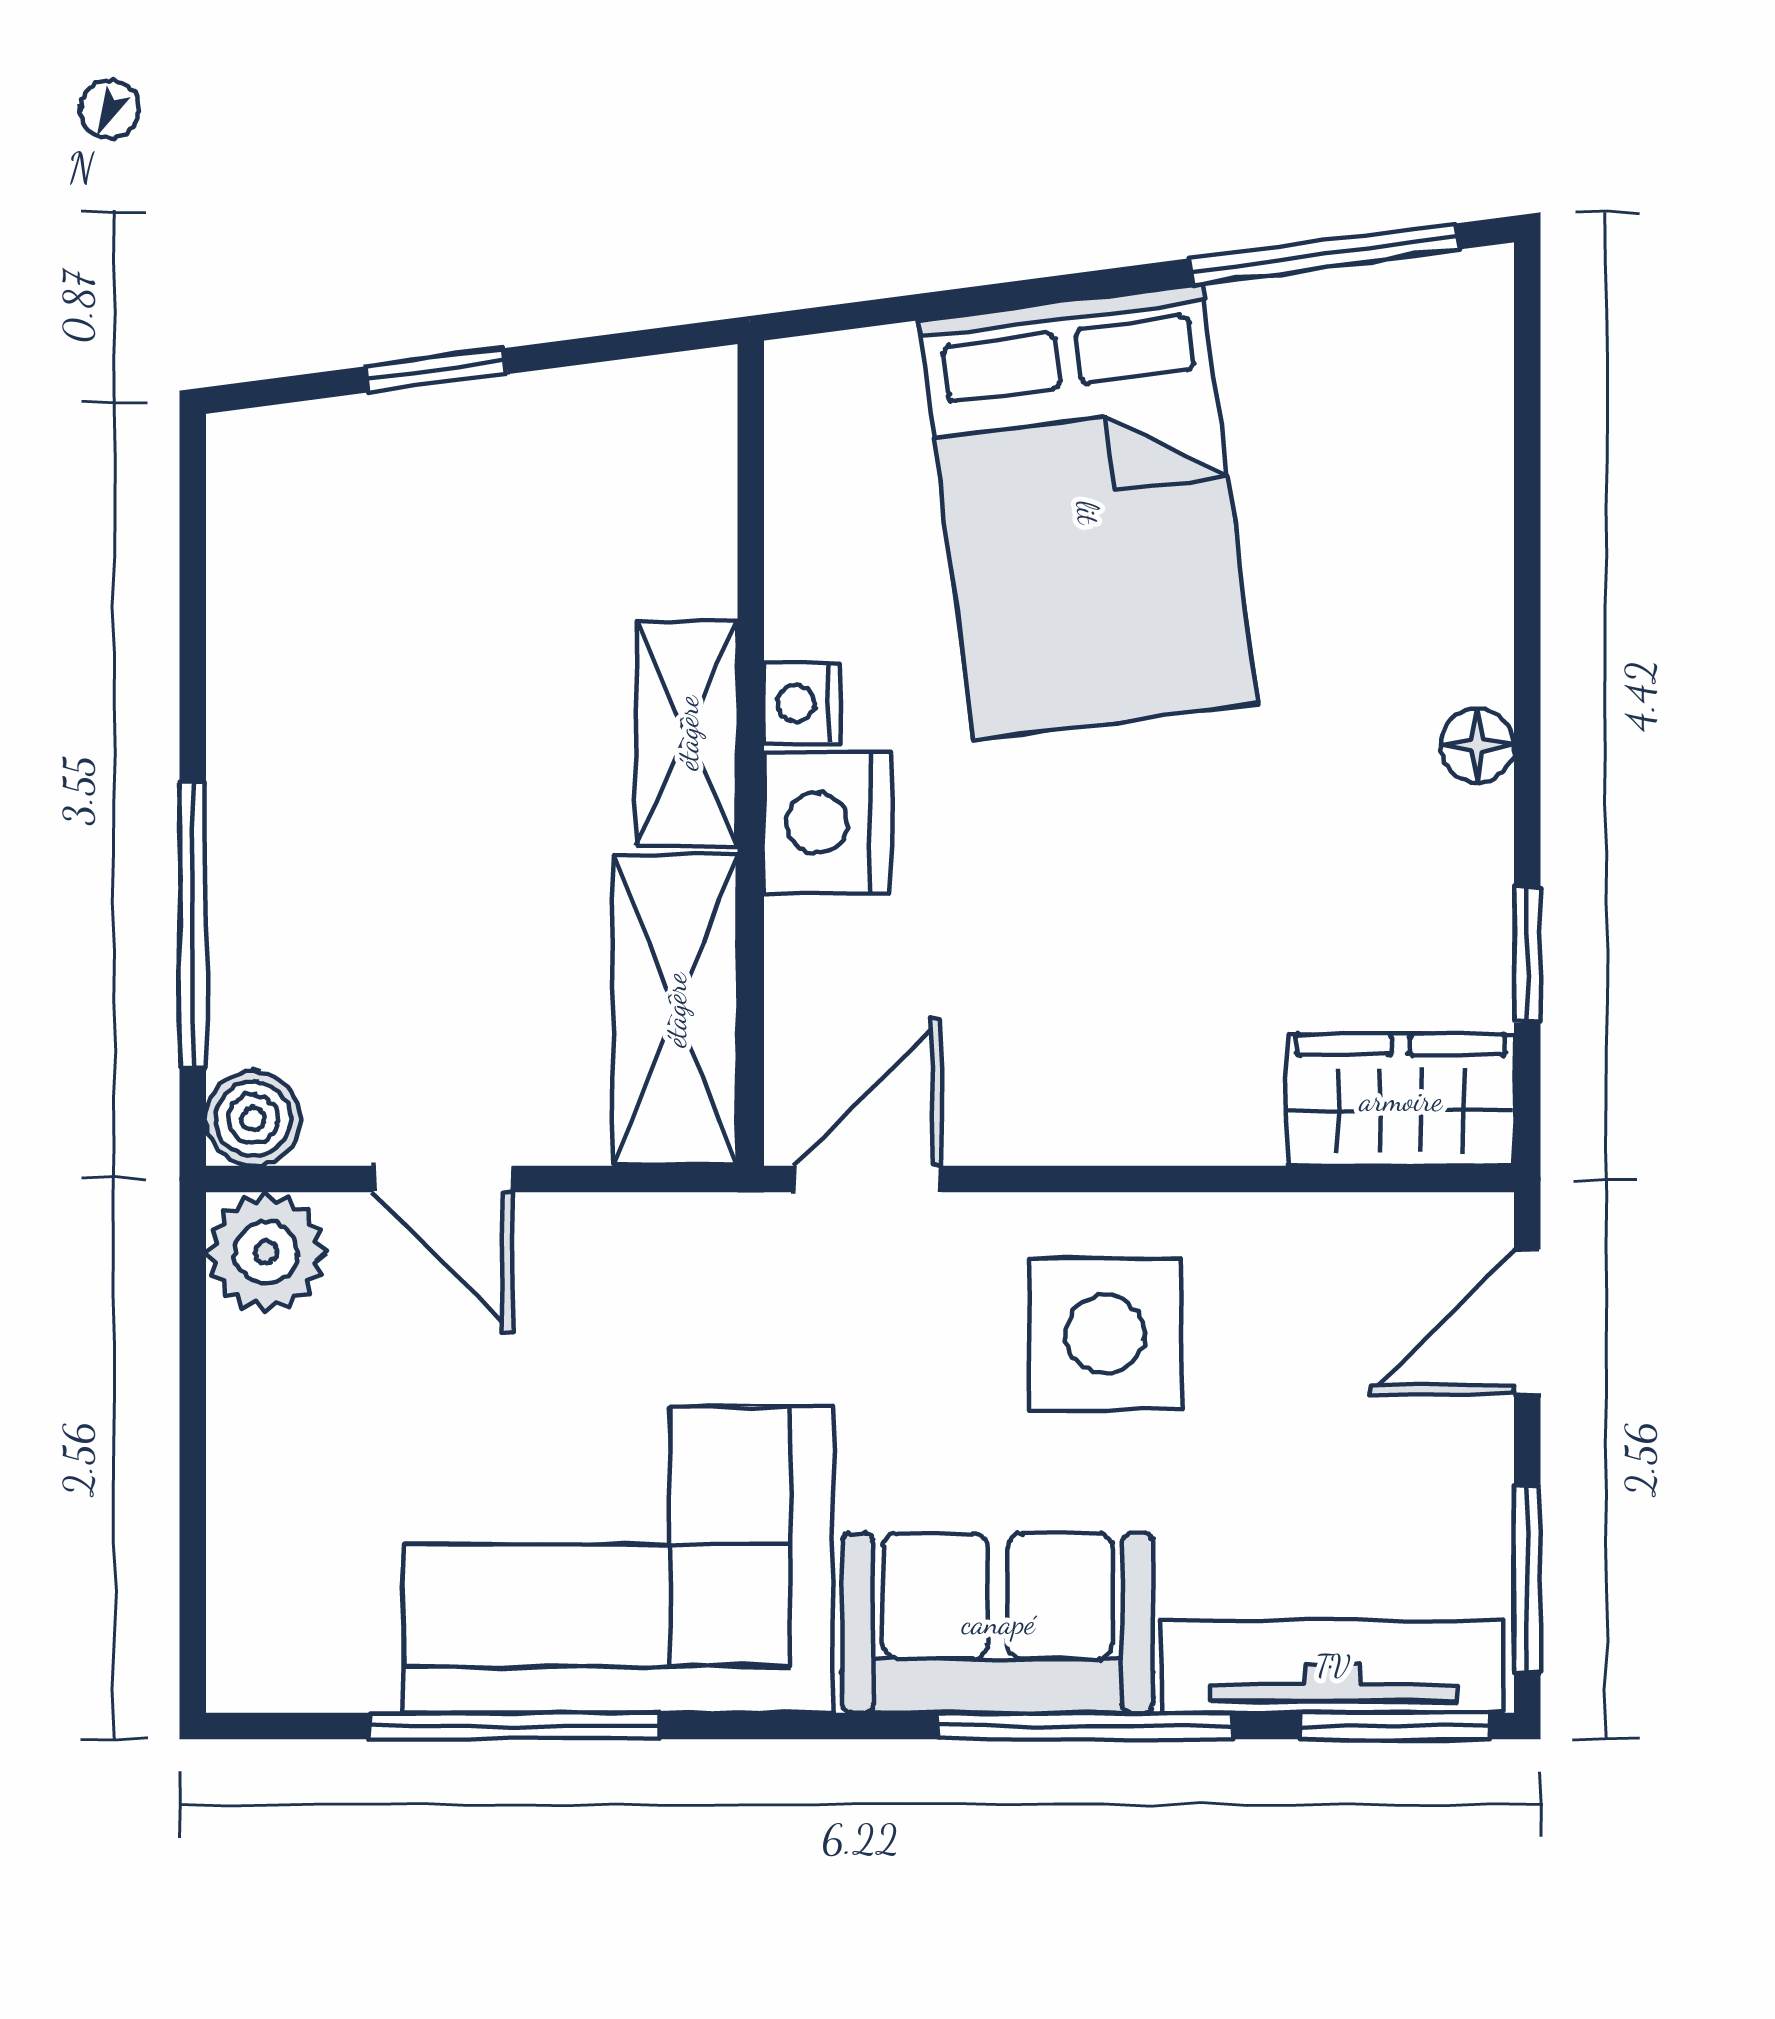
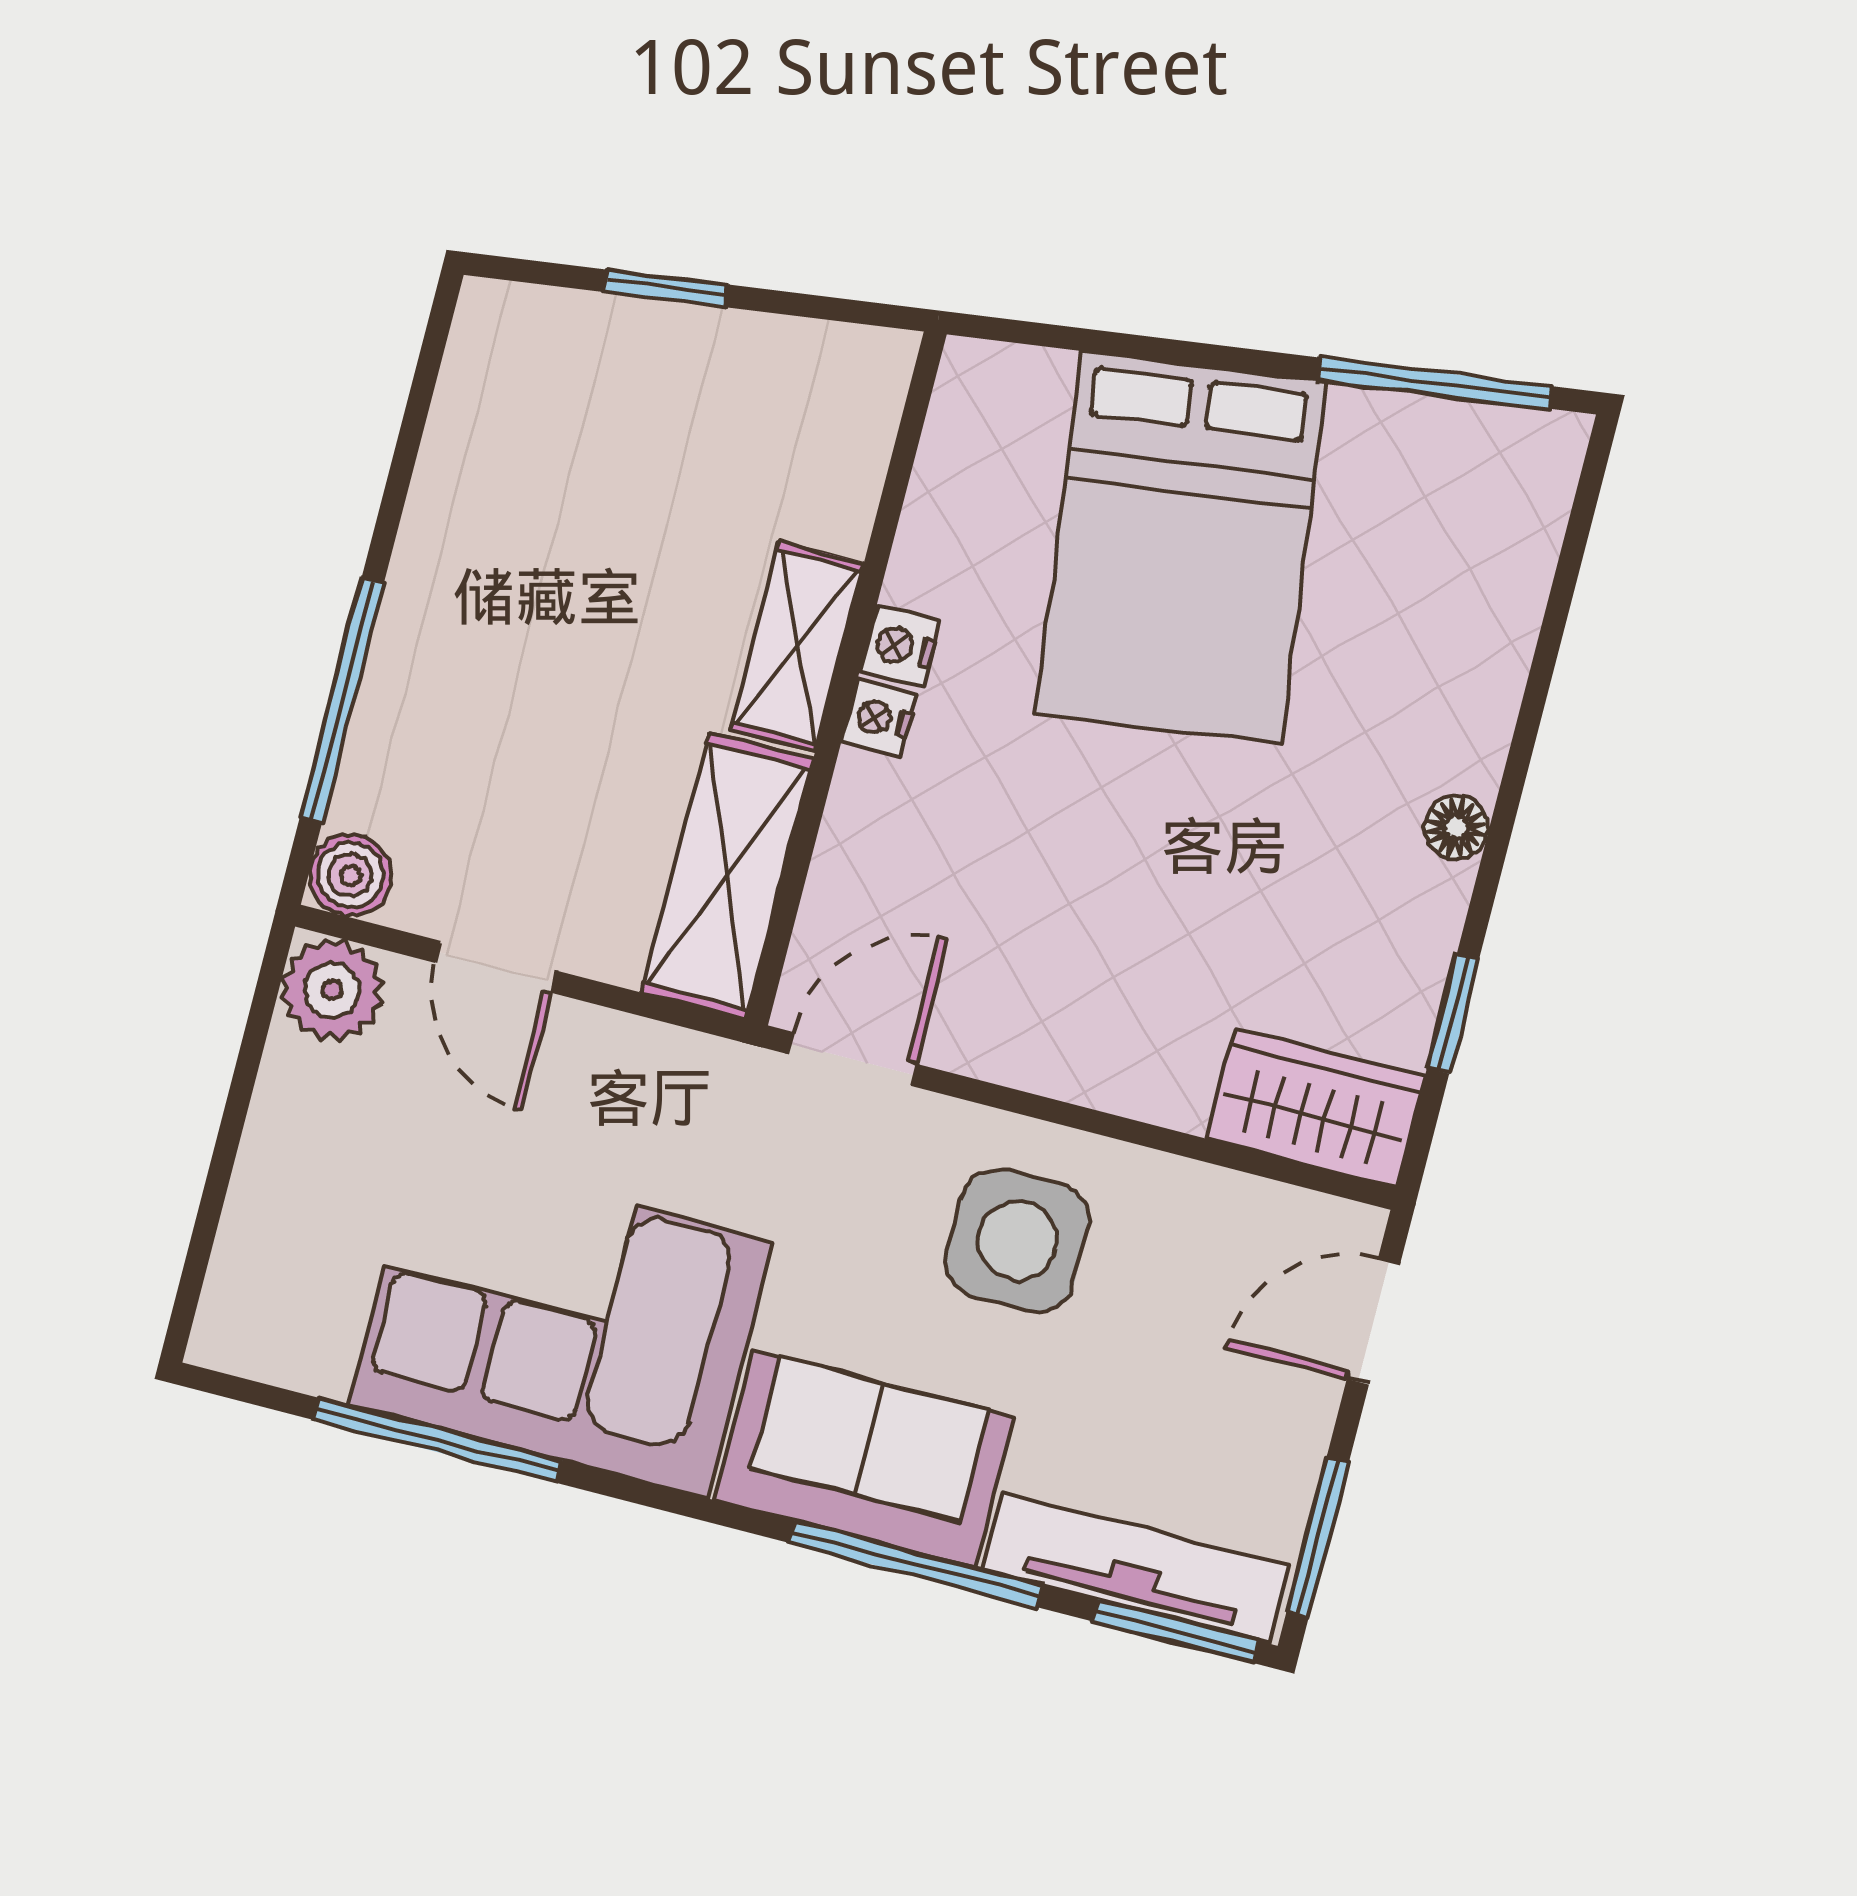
nightstand: (827, 823) -> (879, 718), width x0.53, depth x0.56

